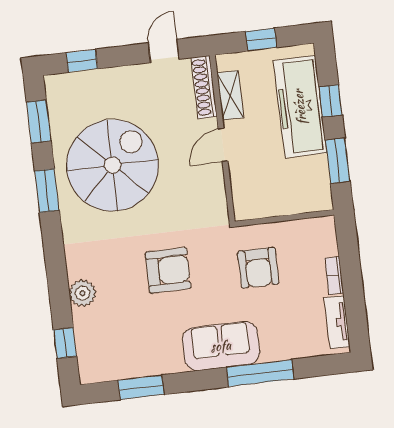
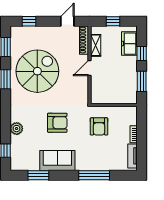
freezer: (300, 107) -> (129, 44), width x0.52, depth x0.79
sofa: (221, 346) -> (57, 161), moved

